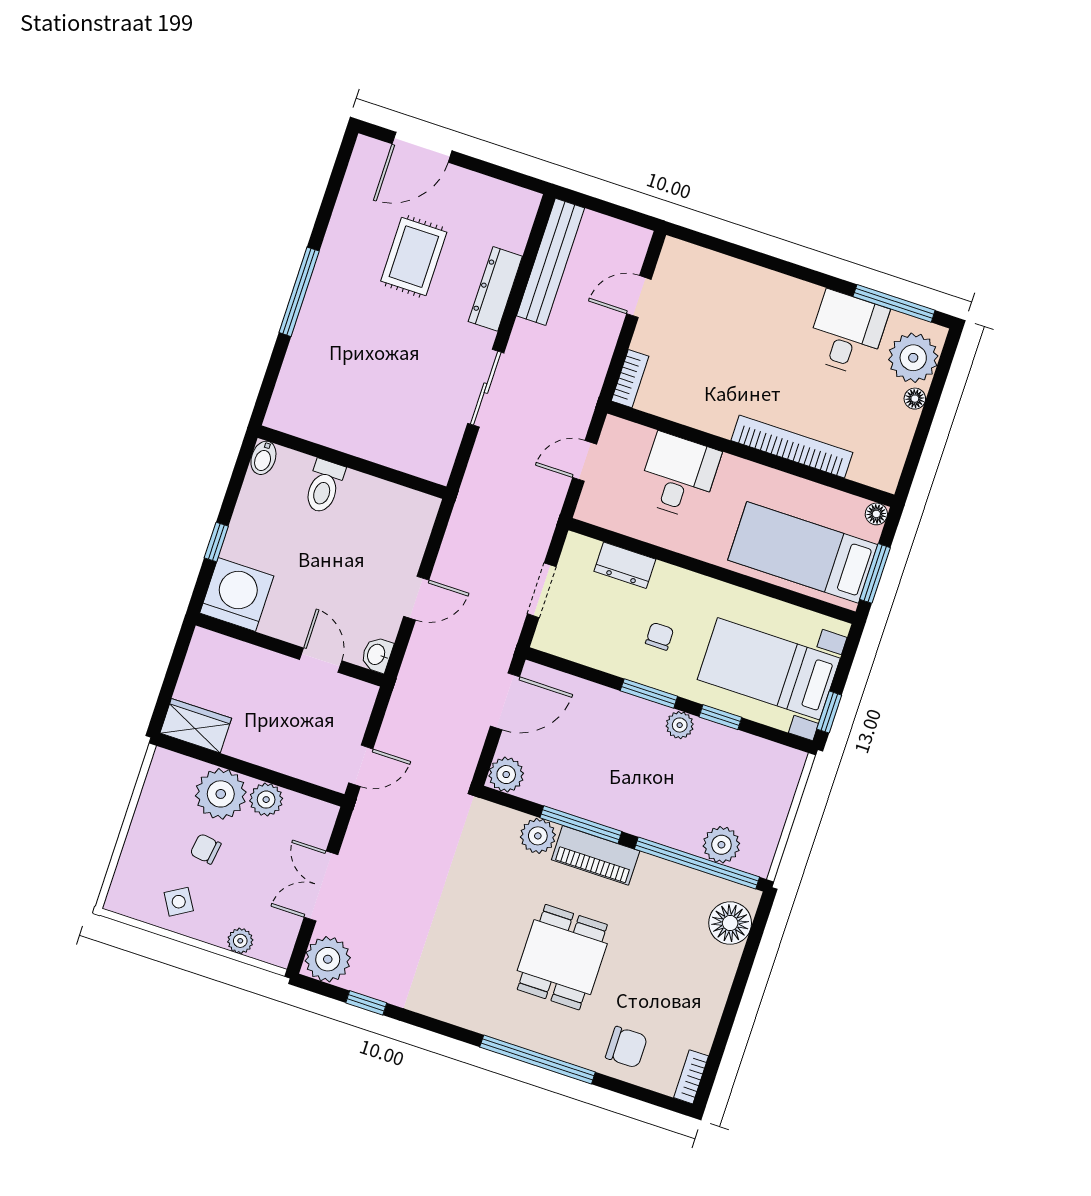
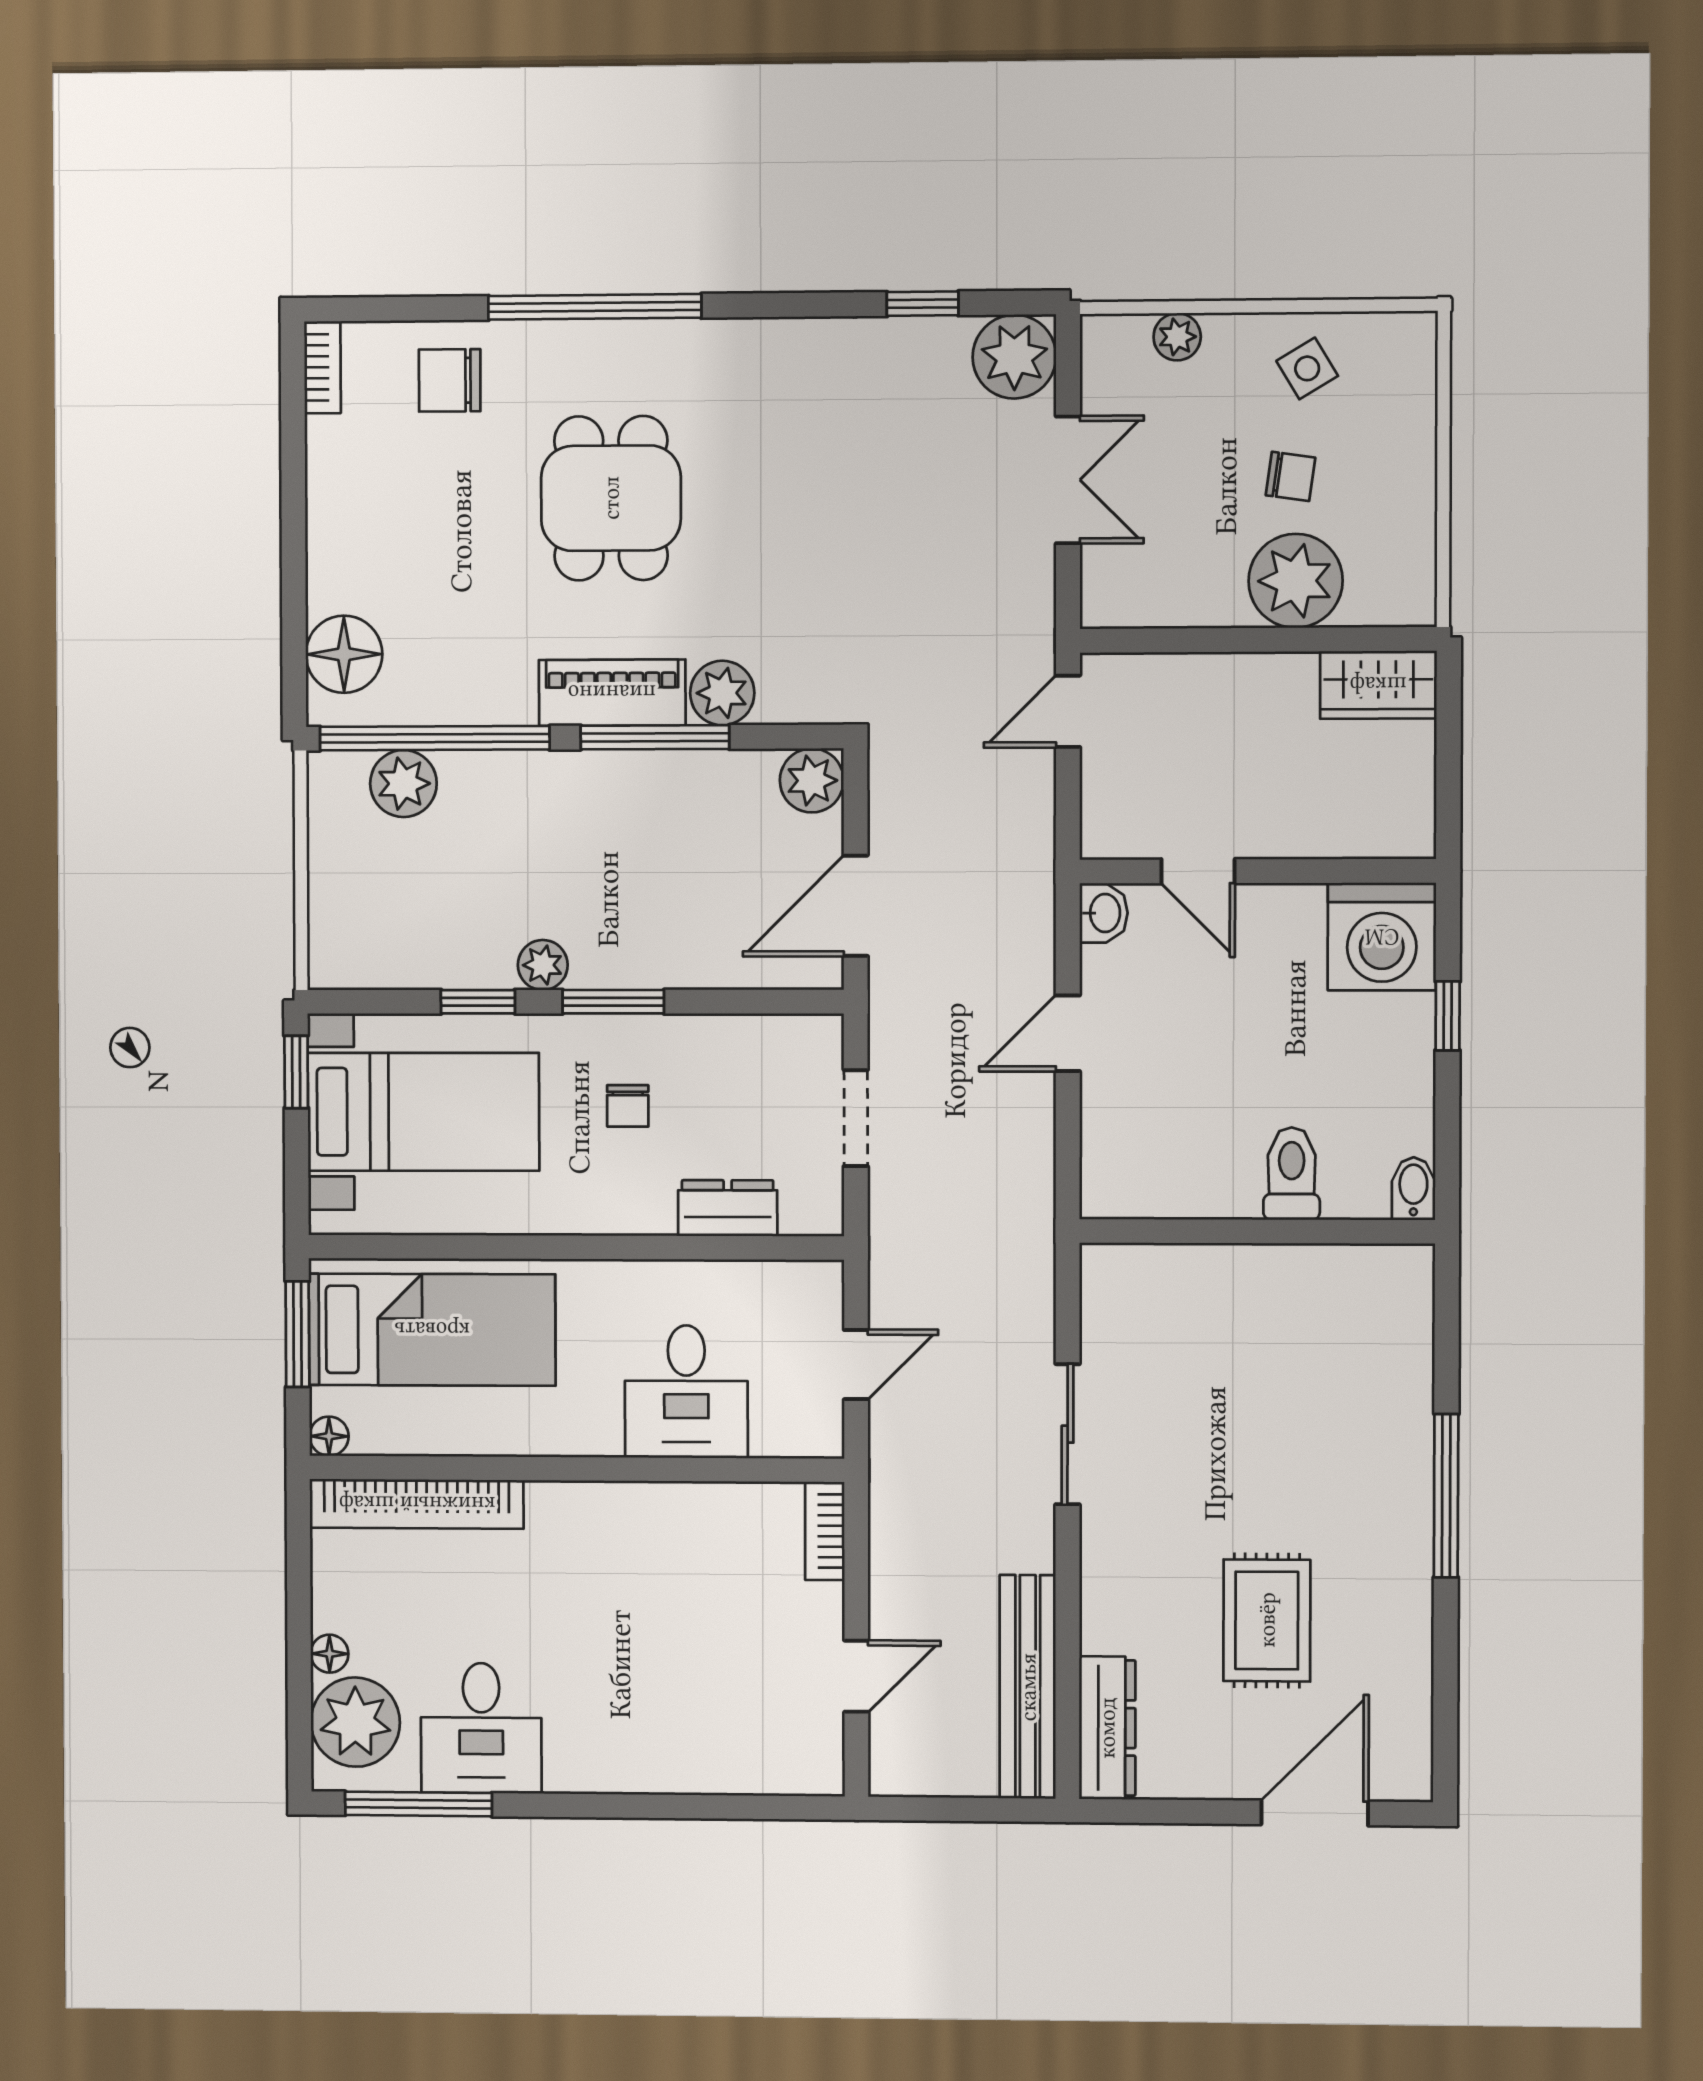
dresser: (495, 289) -> (1107, 1728), moved
bookcase: (792, 446) -> (417, 1504), moved
plant: (266, 800) -> (1213, 598), removed

